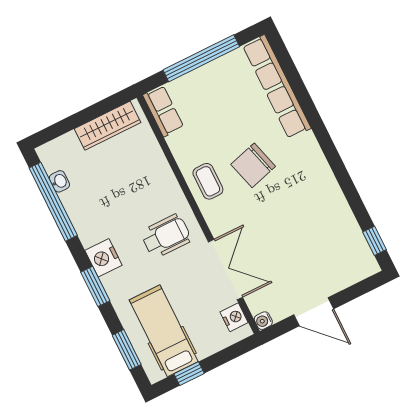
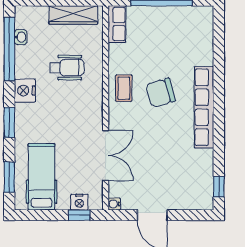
row of seats: (277, 87) -> (204, 107), moved
wheelchair: (166, 236) -> (67, 67), moved
nightstand: (103, 258) -> (25, 91), moved
nightstand: (234, 317) -> (79, 202), moved, turned 90
window: (189, 374) -> (79, 215), moved

